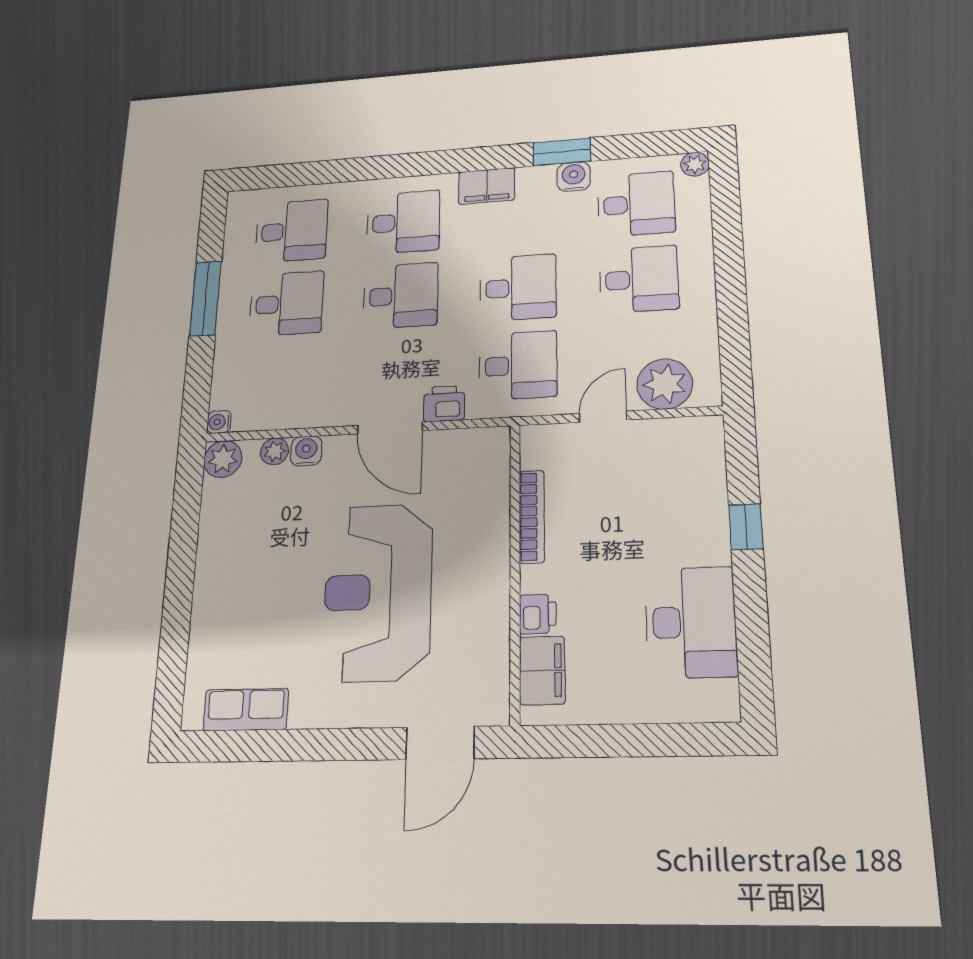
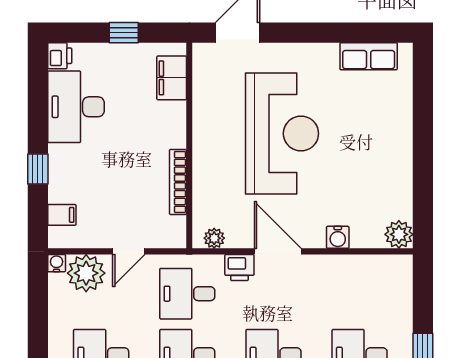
water cooler: (219, 422) -> (57, 263), moved, turned -90
plant: (275, 451) -> (214, 238), moved
filing cabinet: (705, 462) -> (62, 215), added
printer: (538, 614) -> (60, 56), moved, turned 180
window: (619, 741) -> (124, 33), added

